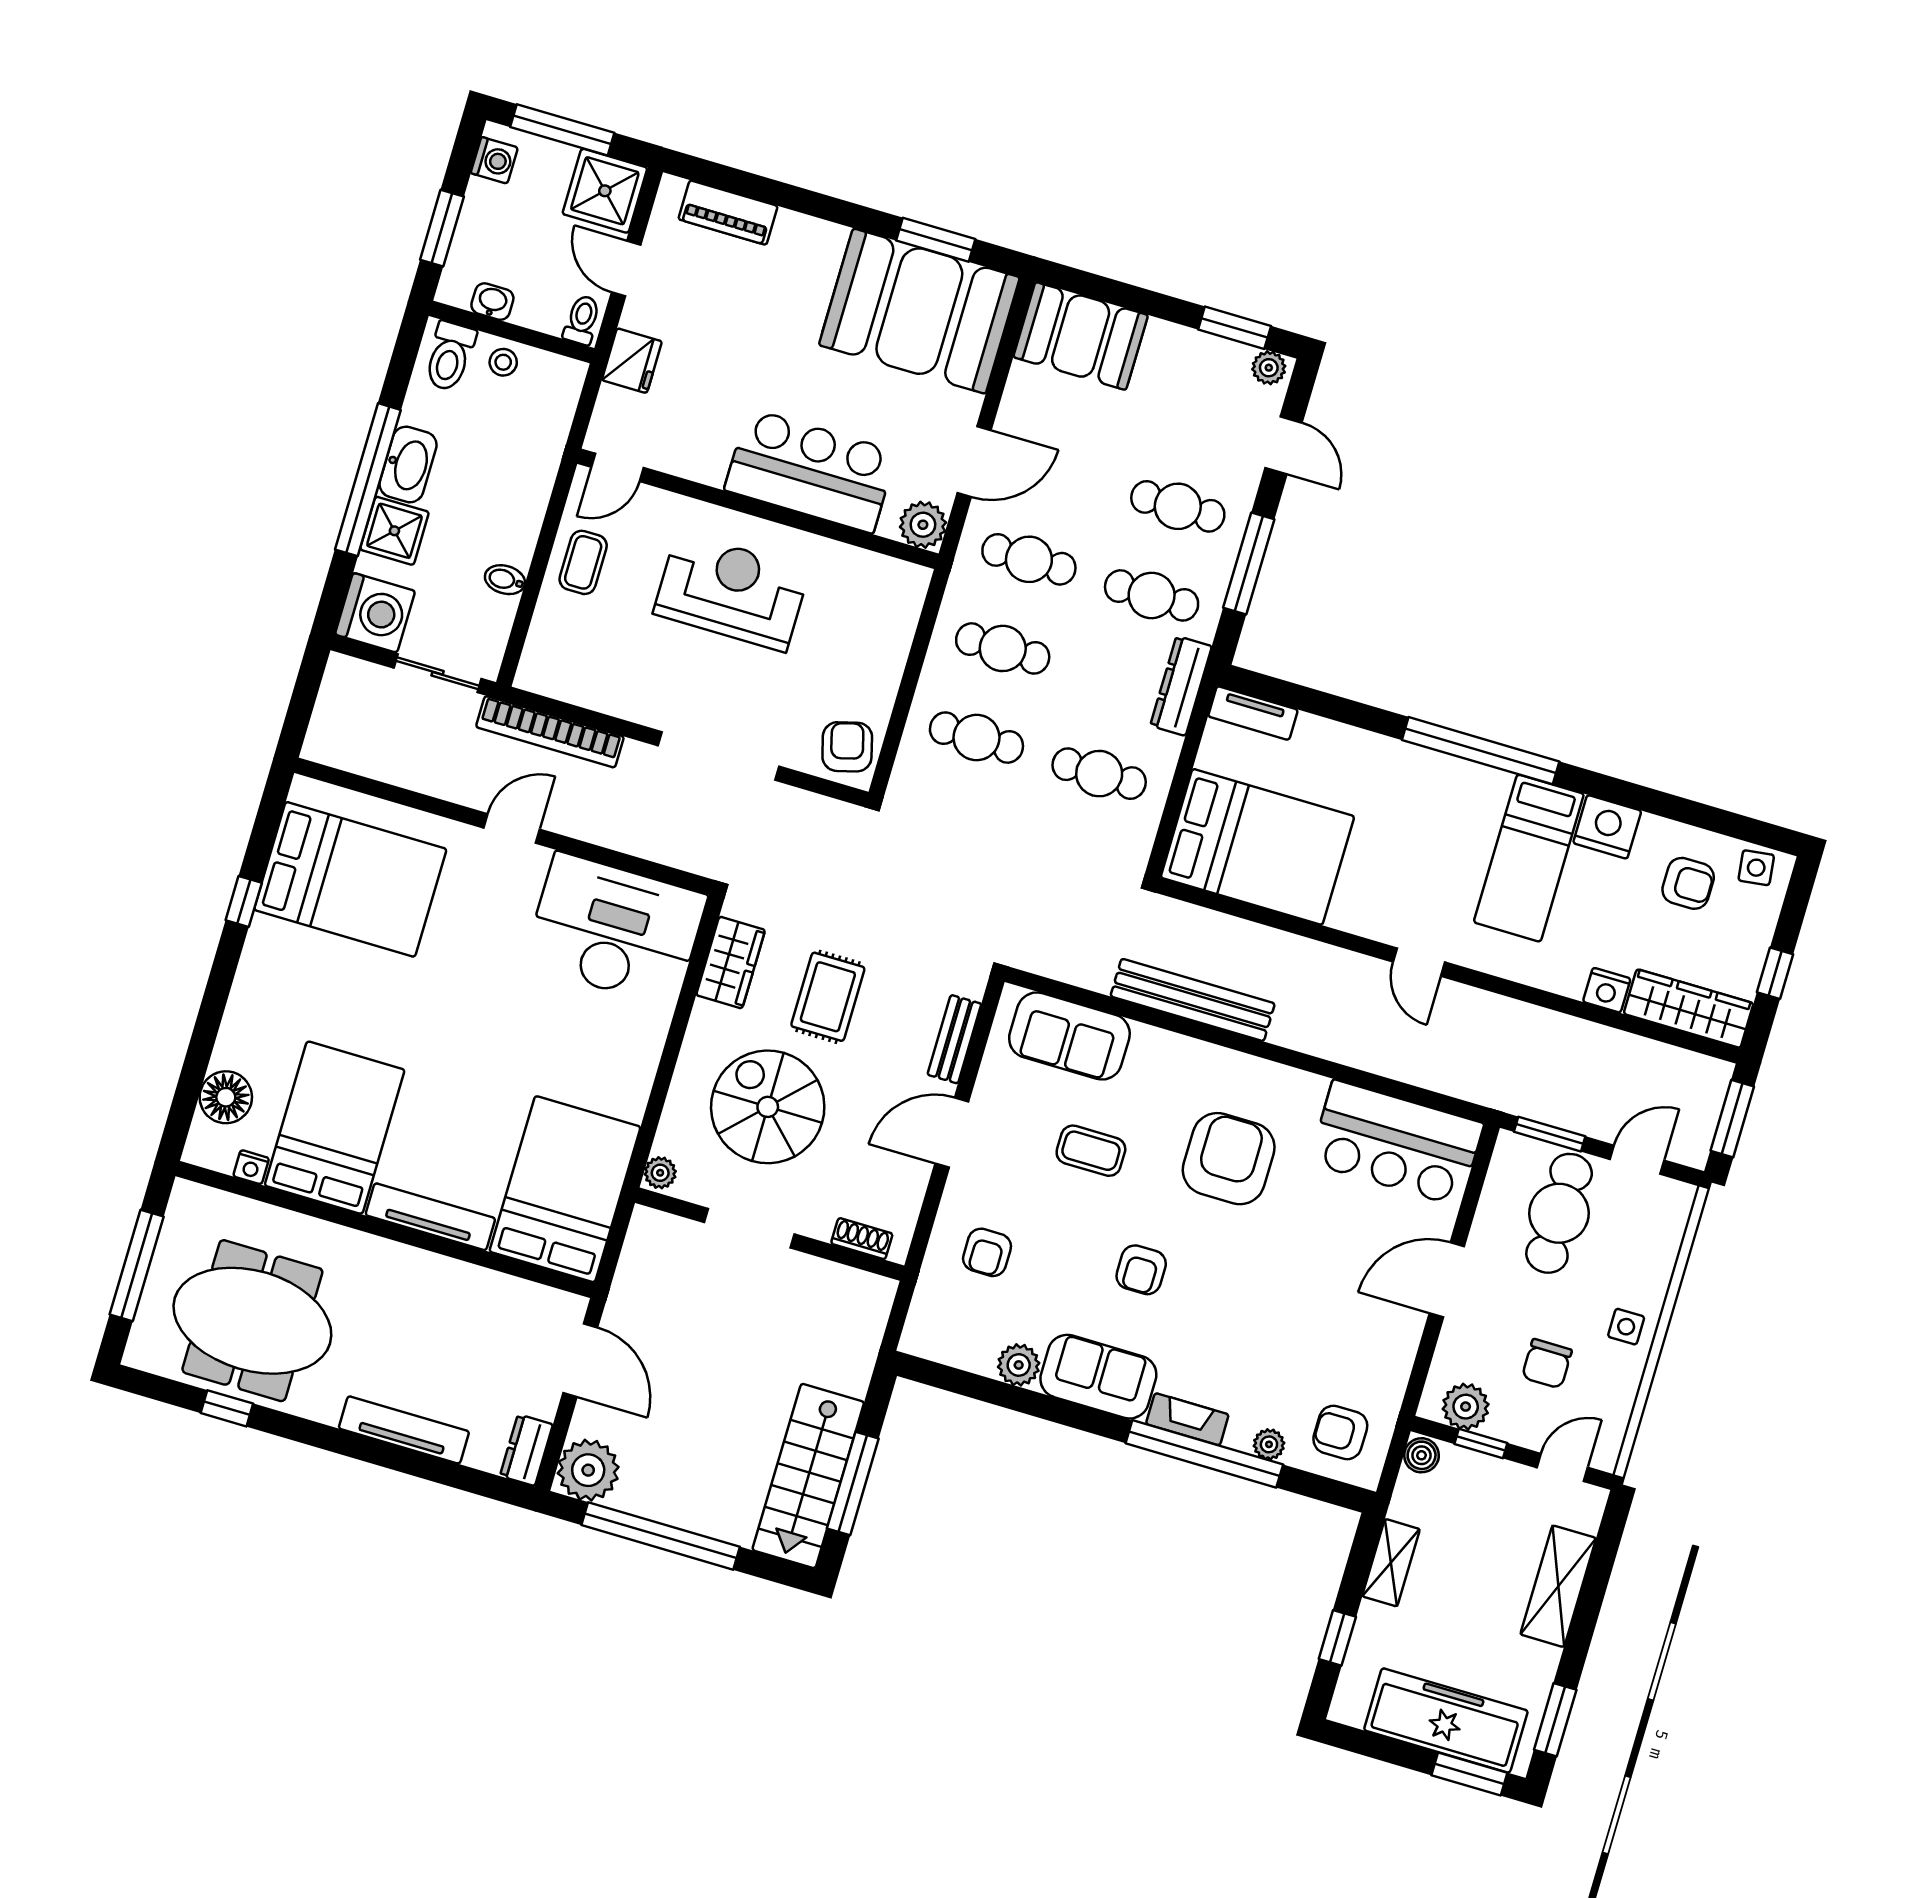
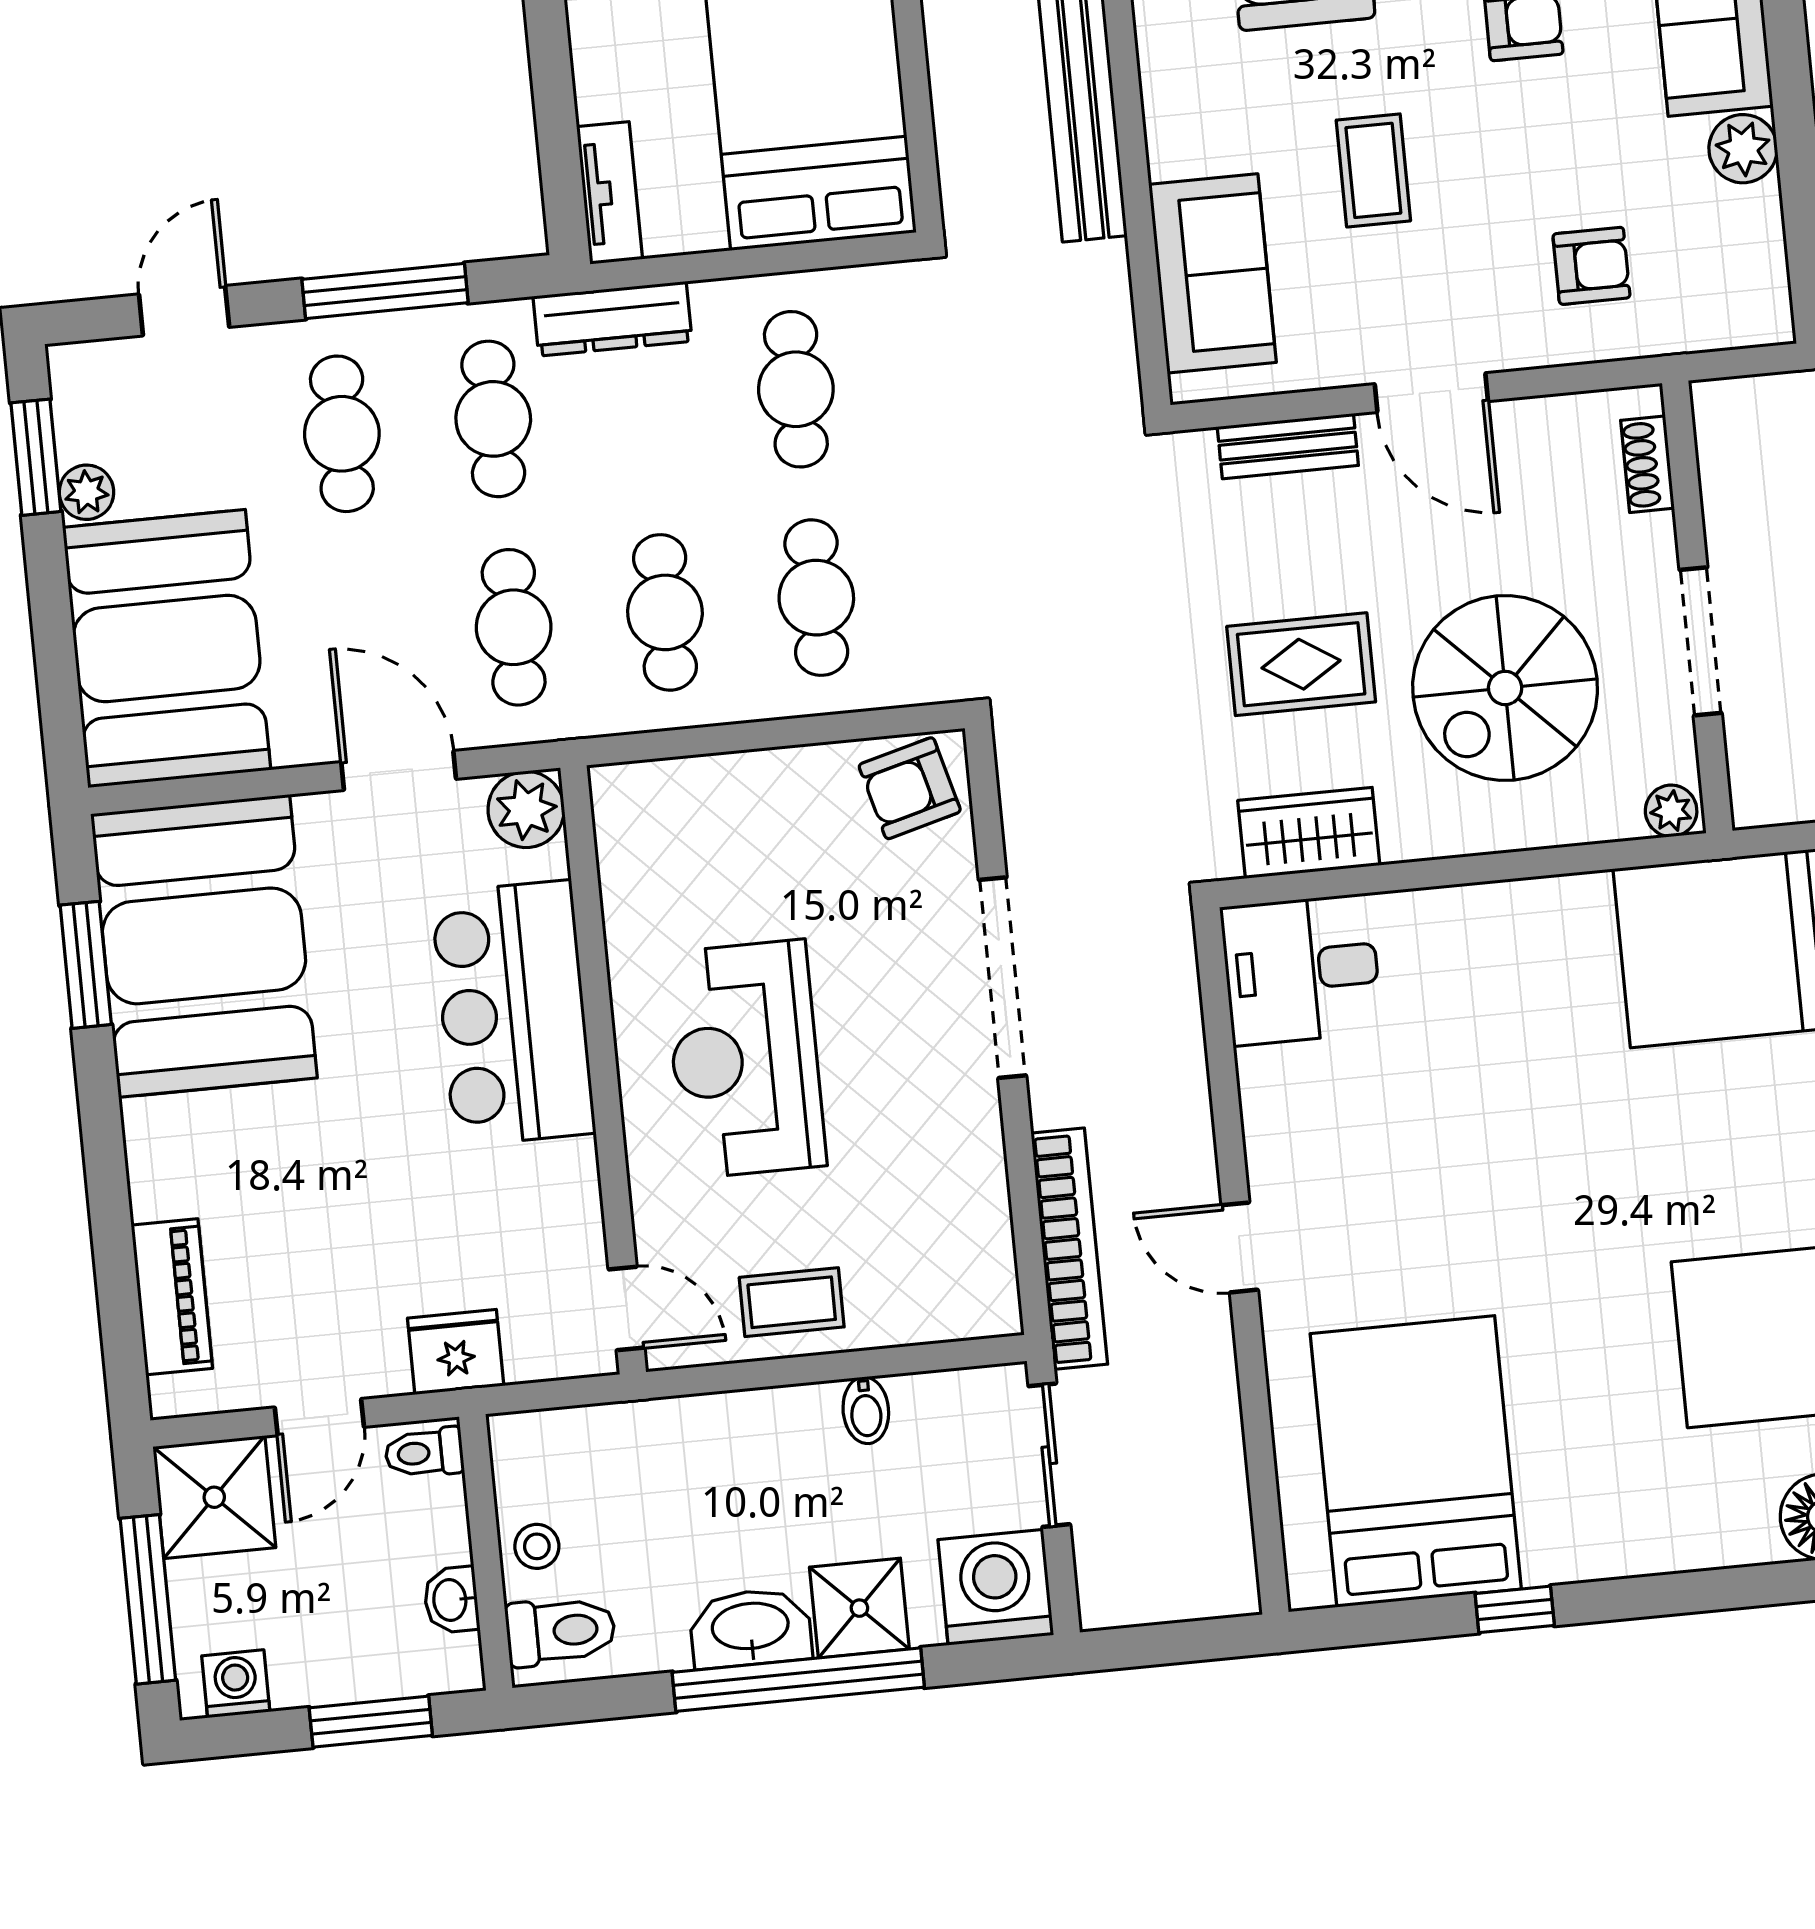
booth: (1081, 336) -> (167, 649), width x1.36, depth x1.42
plant: (1269, 368) -> (87, 492), moved
desk: (615, 930) -> (1301, 970), width x0.53, depth x0.77

